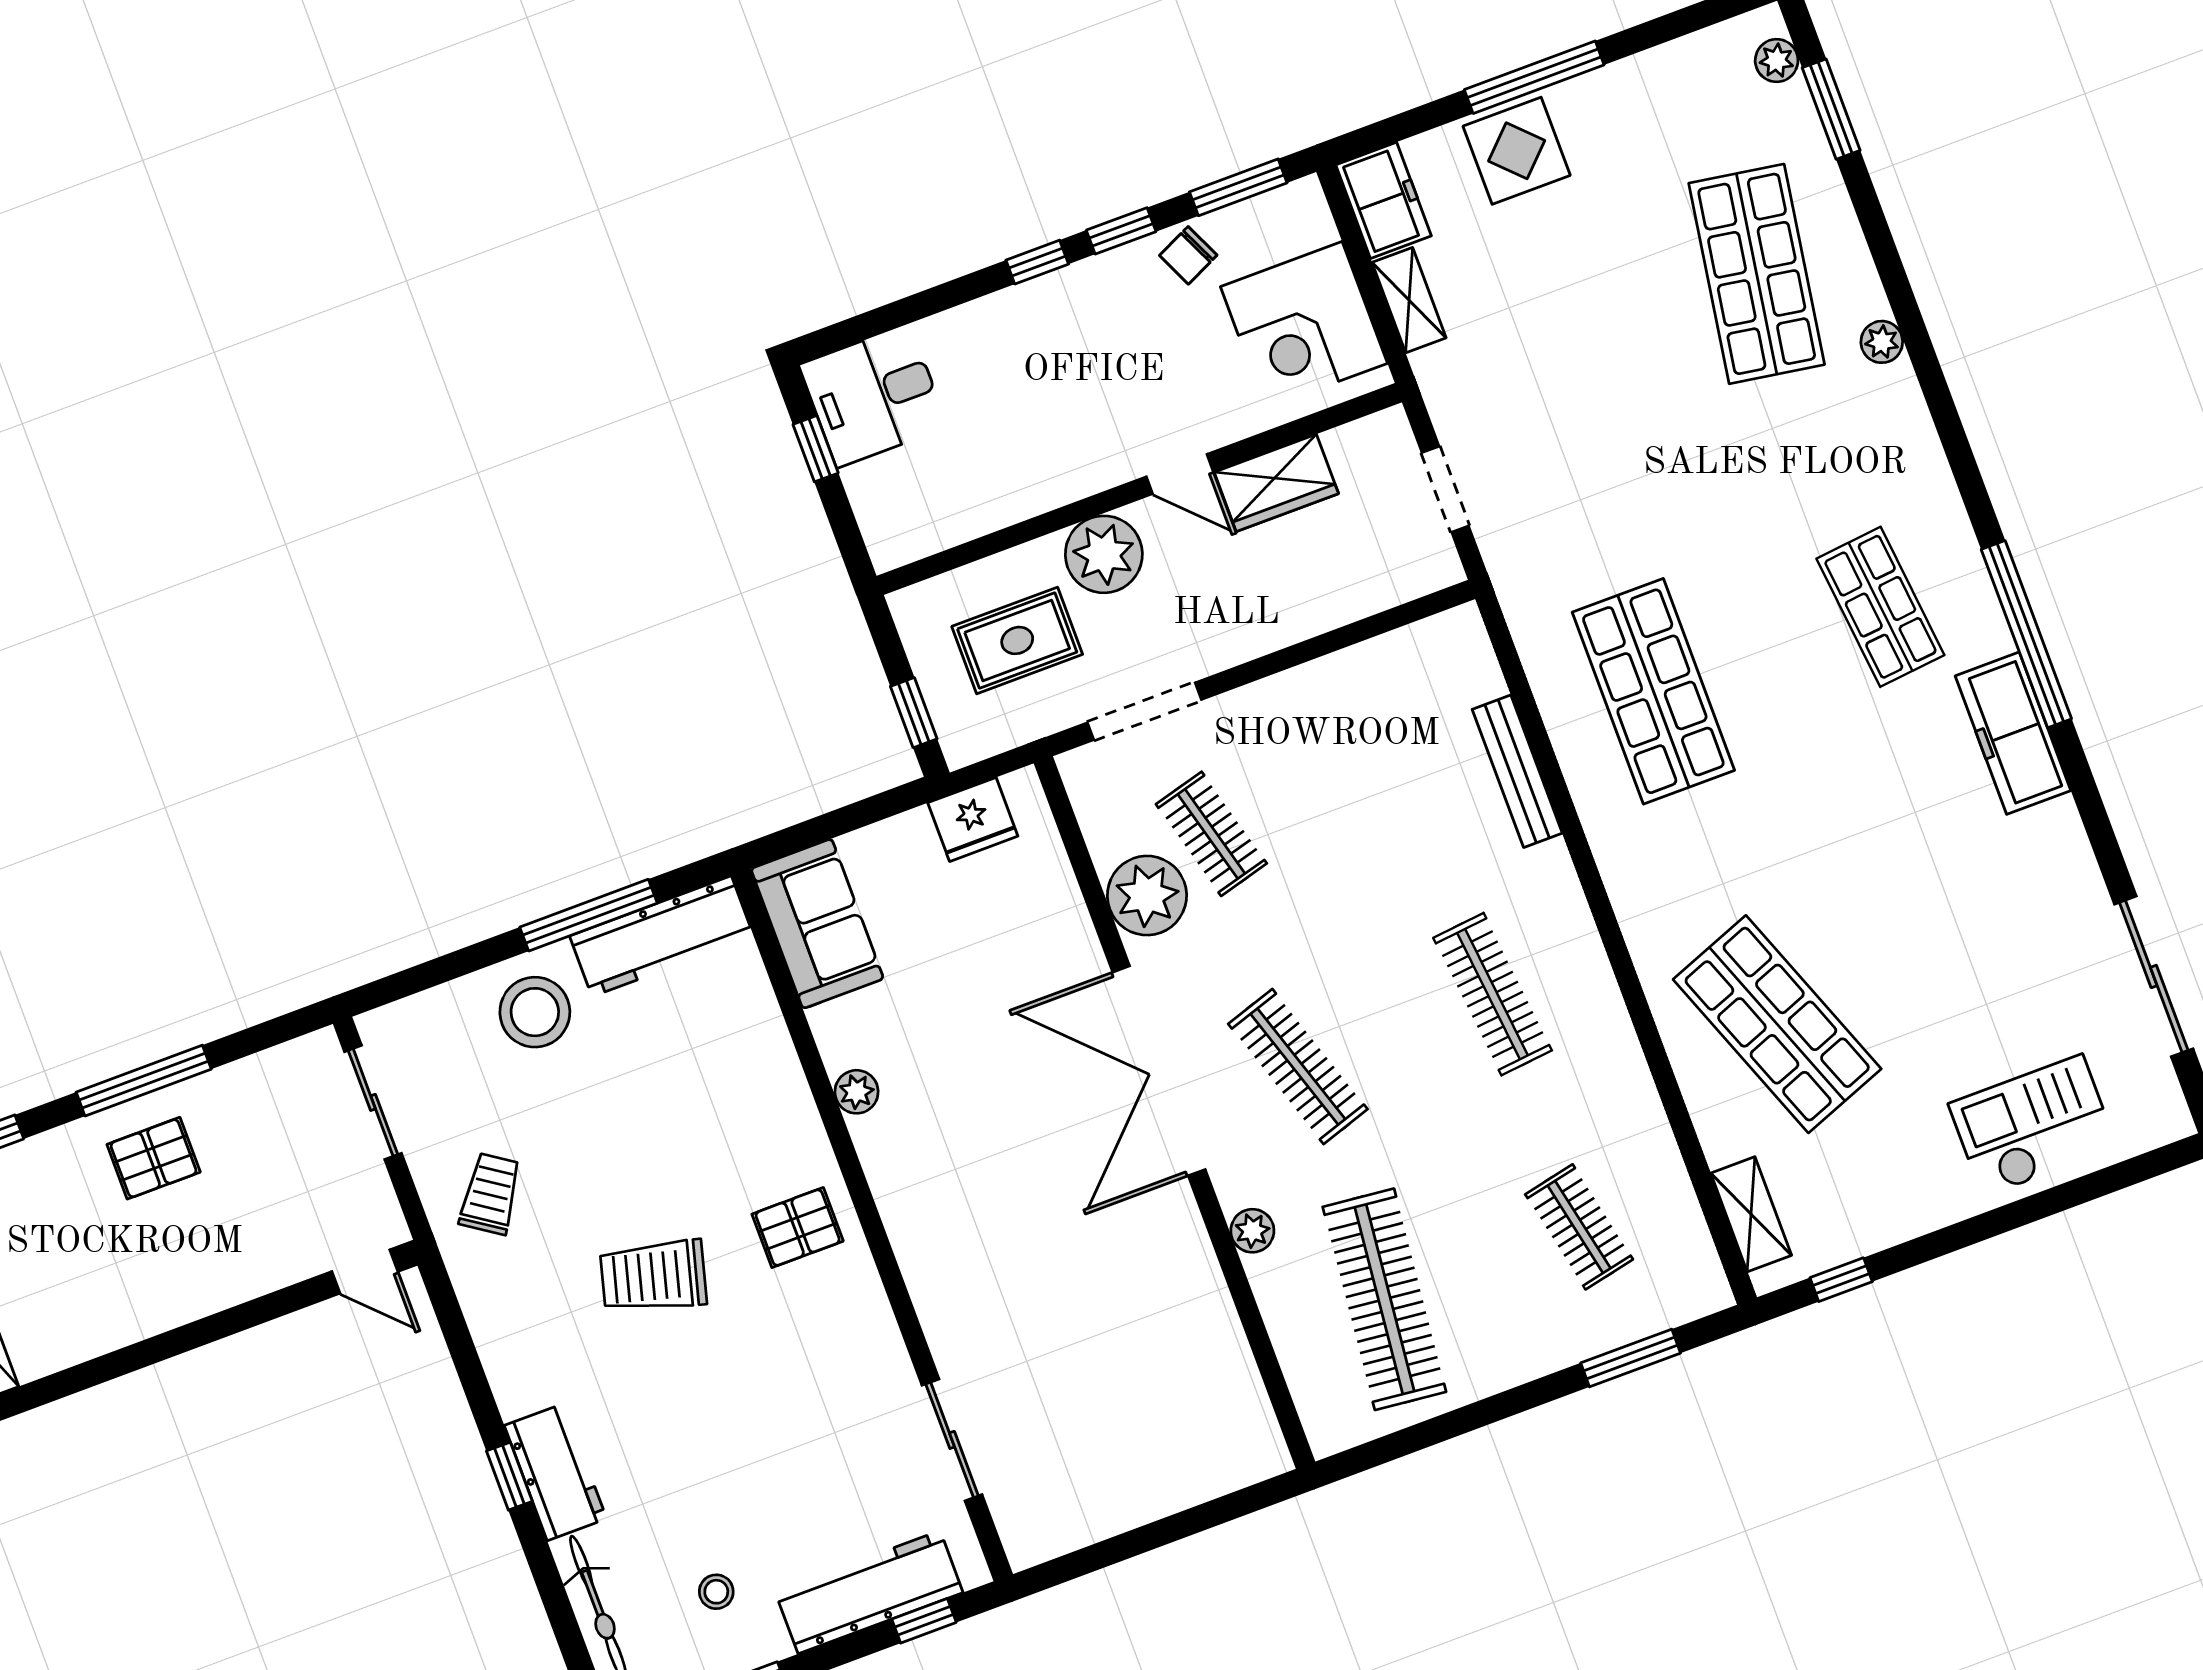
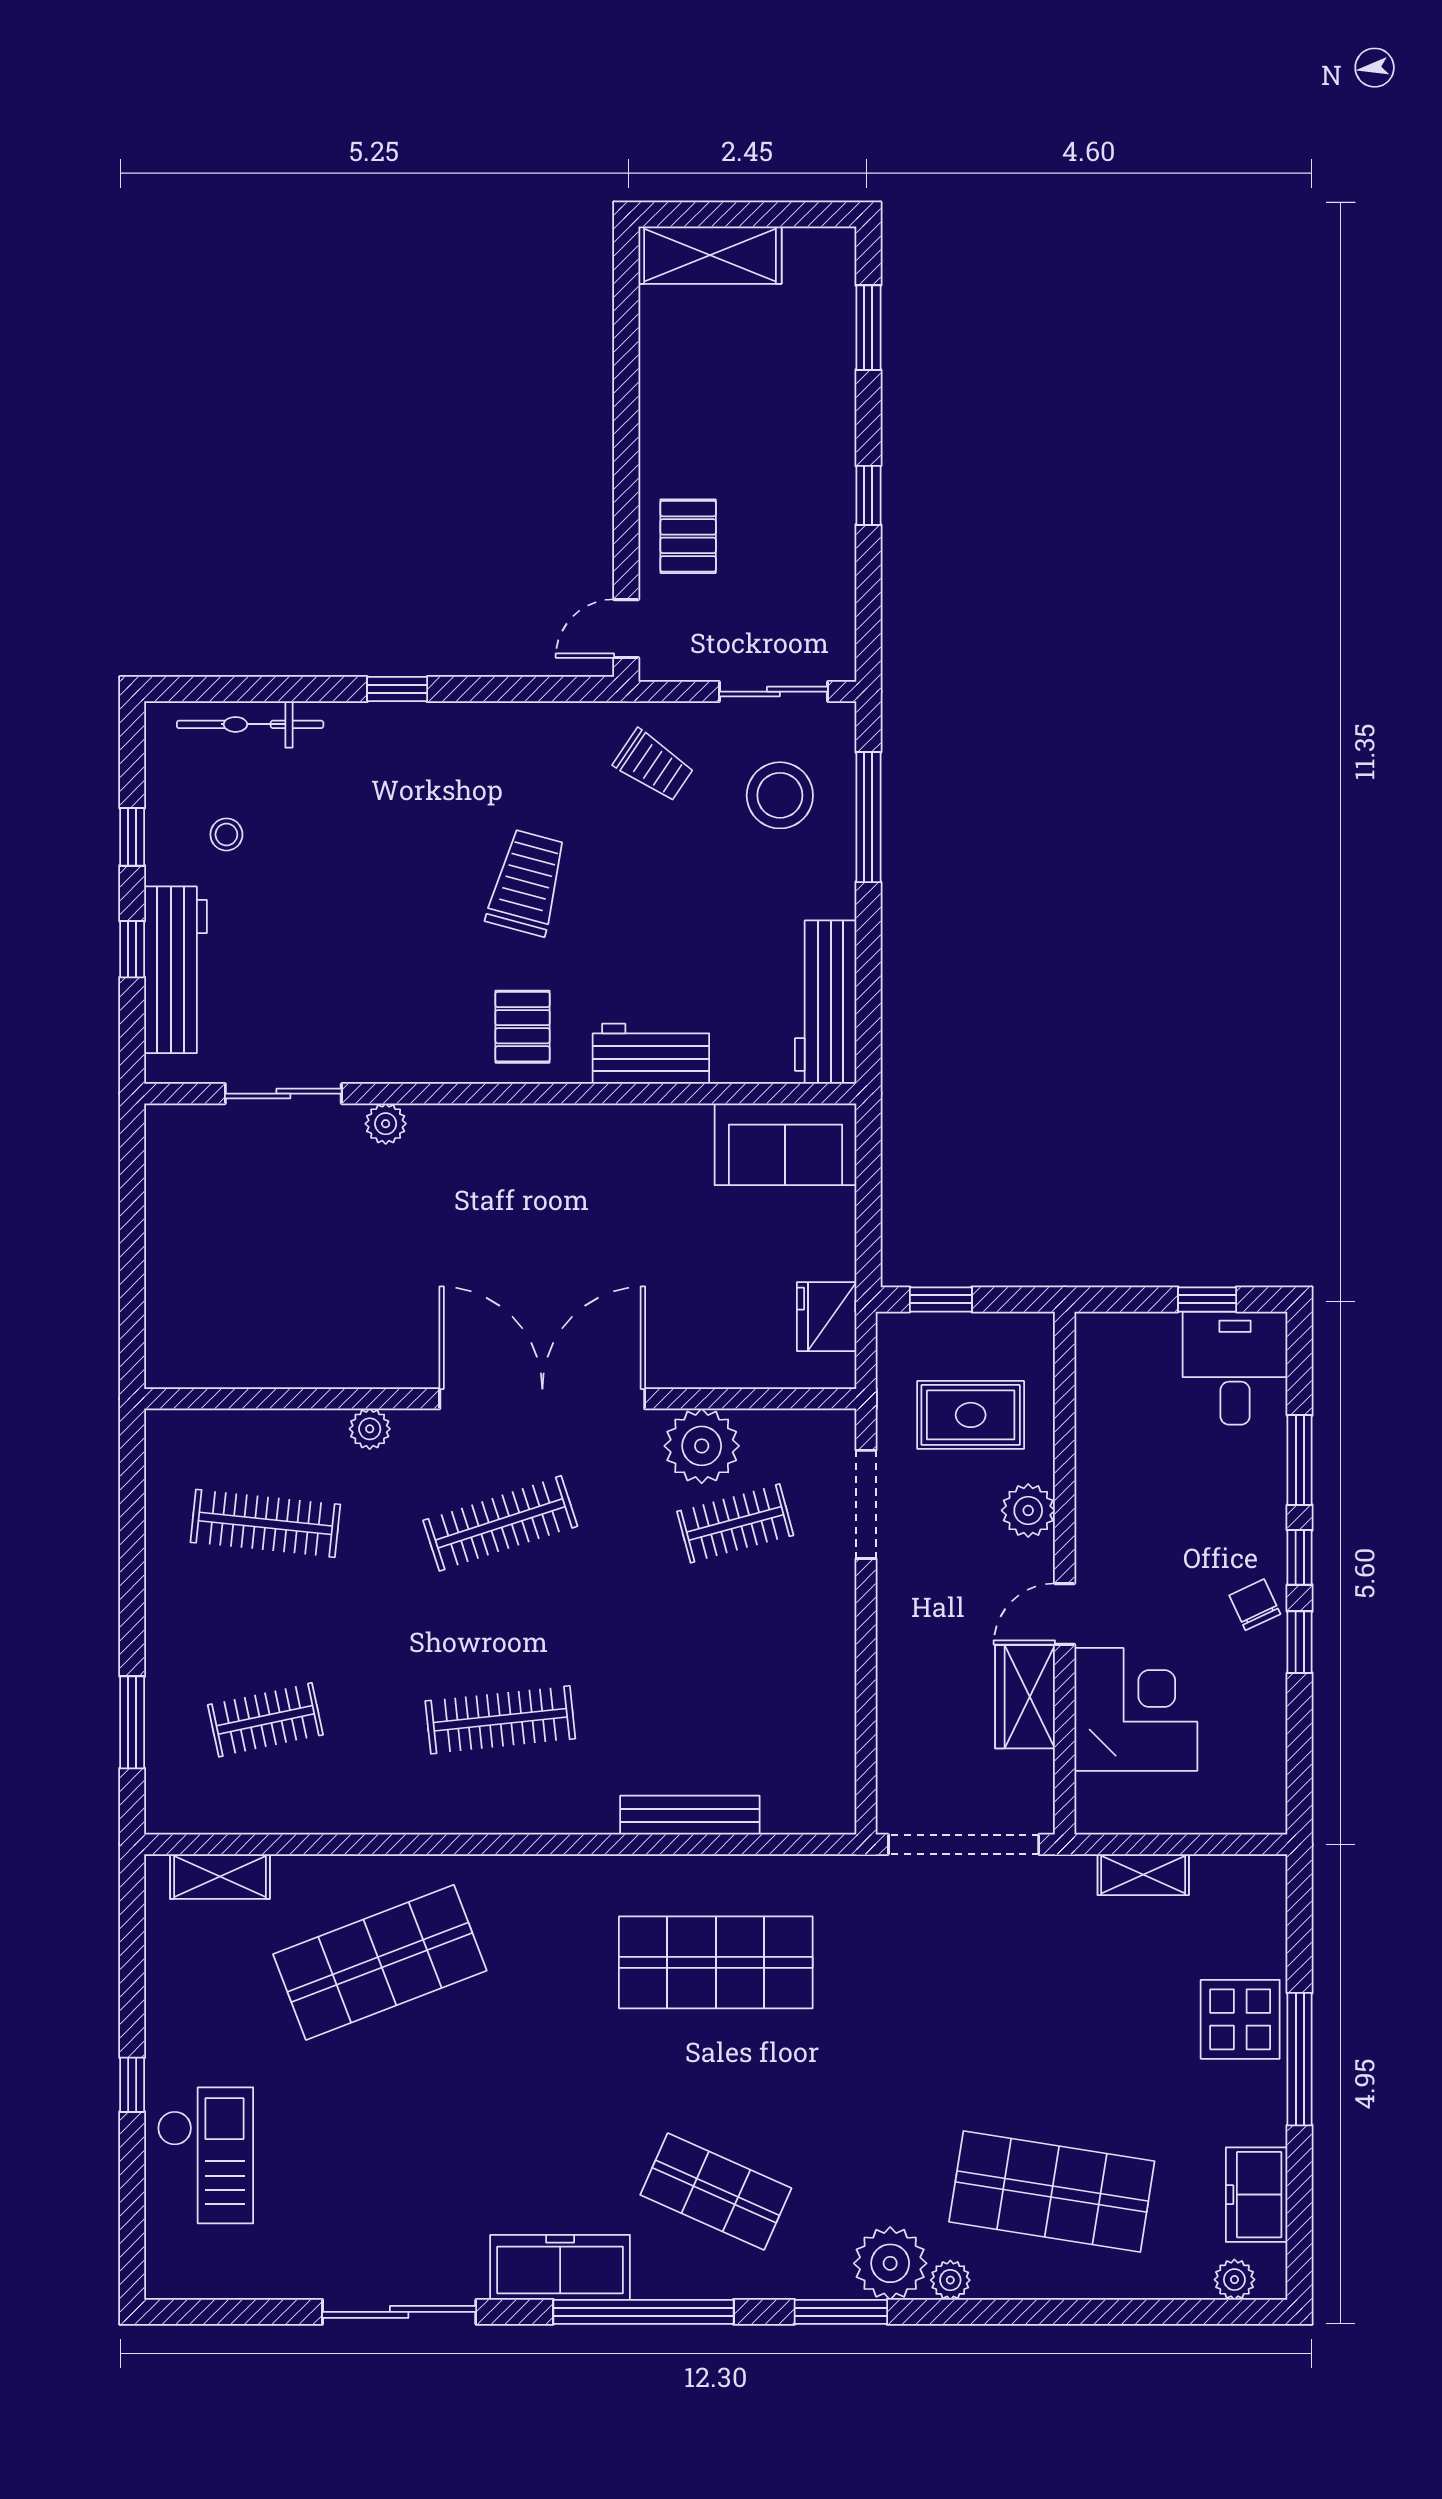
window: (1831, 109) -> (841, 2312), moved
window: (1238, 187) -> (1300, 1460), moved
freezer: (1384, 200) -> (1257, 2195), moved, turned 90
chair: (1188, 255) -> (1255, 1605), moved
corner desk: (1304, 325) -> (1136, 1709), moved, turned 90
plant: (1887, 408) -> (890, 2263), added
doorway: (1445, 489) -> (964, 1844), width x1.87
plant: (1104, 554) -> (1028, 1510), width x0.73, depth x0.73
shop shelf: (1880, 607) -> (716, 2192), turned 30
rug: (1017, 640) -> (971, 1415), turned 90
window: (588, 915) -> (868, 817), moved
sliding door: (2154, 976) -> (399, 2312), moved
stool: (535, 1012) -> (780, 795), moved
window: (144, 1081) -> (868, 495), width x0.46
plant: (857, 1092) -> (386, 1124), moved
pallet: (154, 1158) -> (688, 536), moved
window: (1841, 1280) -> (132, 2085), moved
clothes rail: (1384, 1299) -> (265, 1523), width x0.73, depth x0.76
workbench: (555, 1472) -> (651, 1054), moved, turned 180
window: (924, 1621) -> (132, 949), moved

